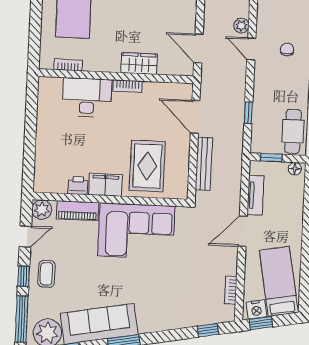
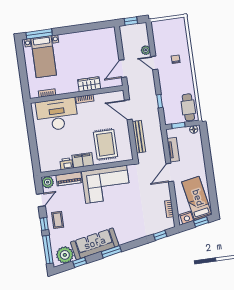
door: (198, 48) -> (123, 69), hinge flipped
desk: (87, 97) -> (57, 114), width x1.36, depth x1.30
window: (261, 323) -> (201, 222), moved

